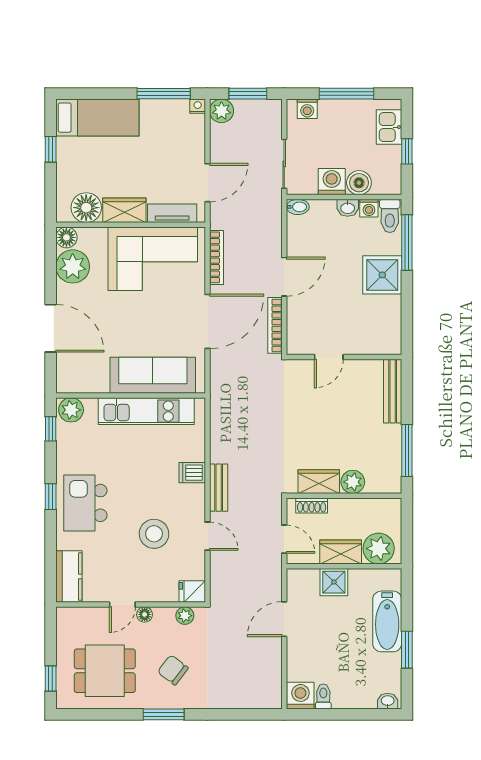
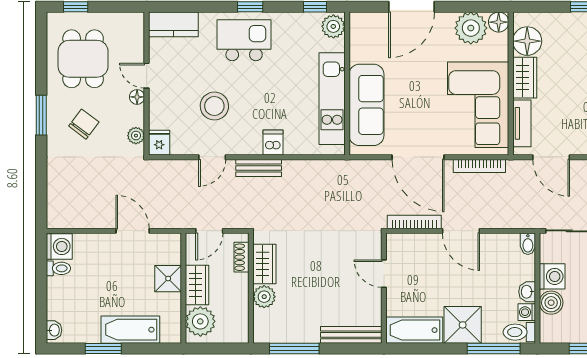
bathtub: (388, 325) -> (414, 330), added

